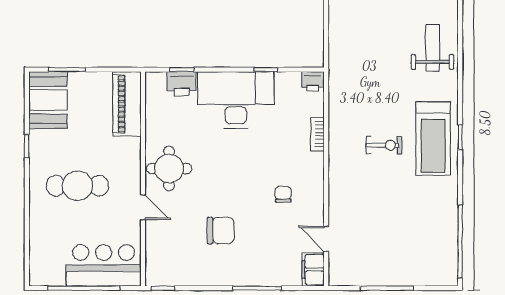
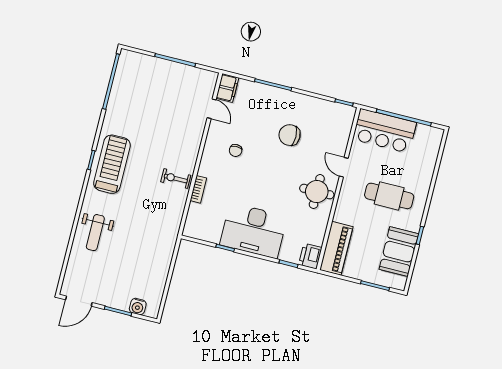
printer: (313, 81) -> (192, 230), removed
printer: (182, 84) -> (310, 256), moved, turned -90
booth: (48, 100) -> (399, 252), moved
exercise bike: (384, 145) -> (176, 178), moved

